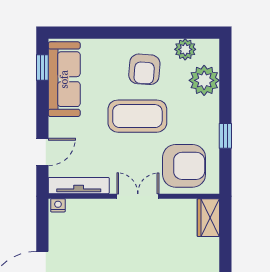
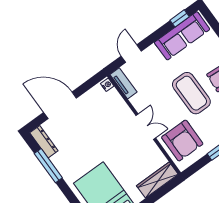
door: (42, 152) -> (131, 54), swing flipped
tv unit: (79, 186) -> (123, 83), width x0.71
wardrobe: (208, 218) -> (157, 180), width x1.50

